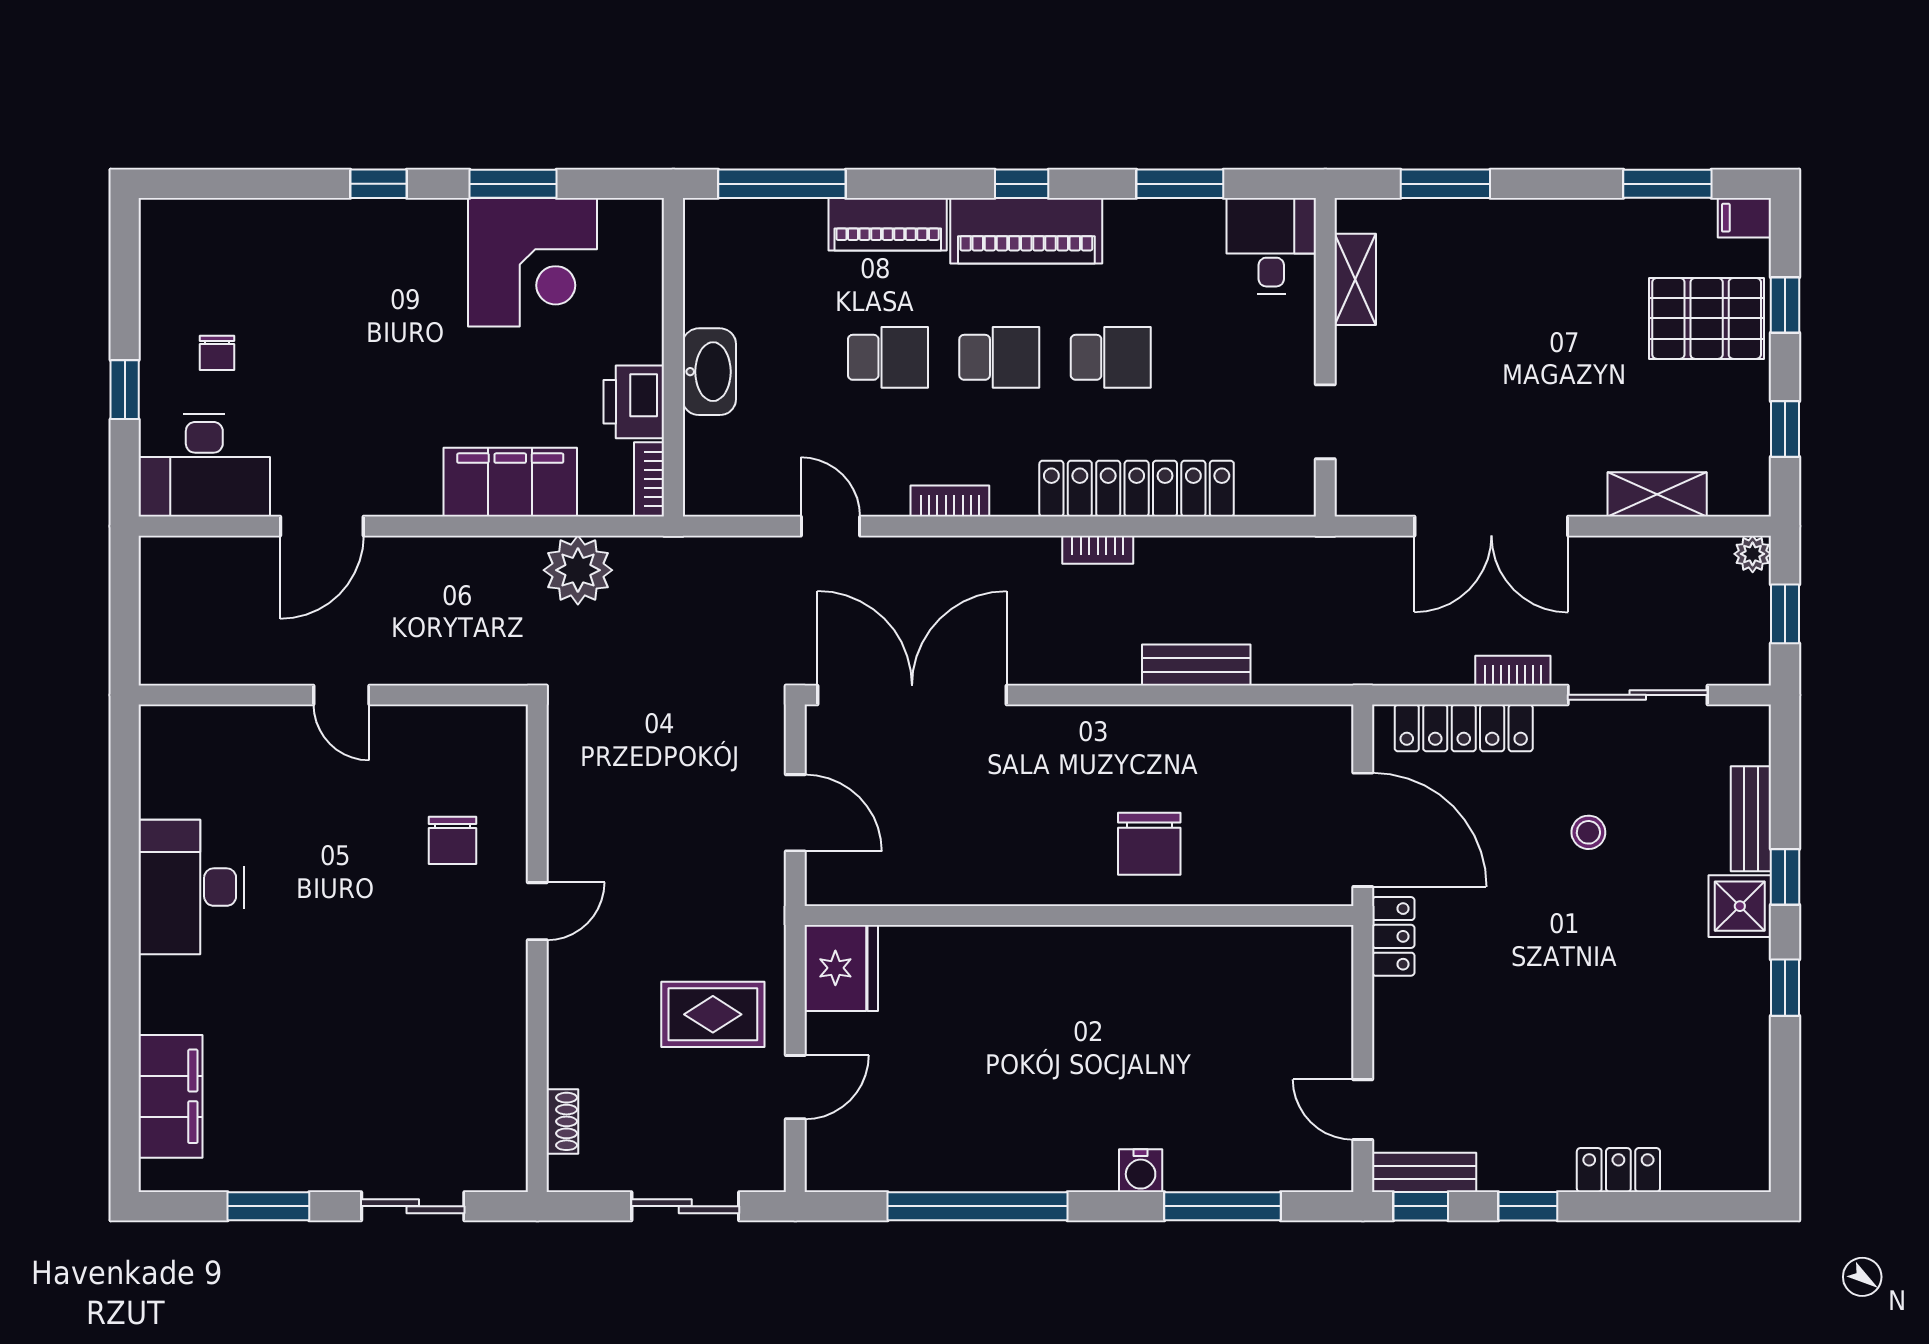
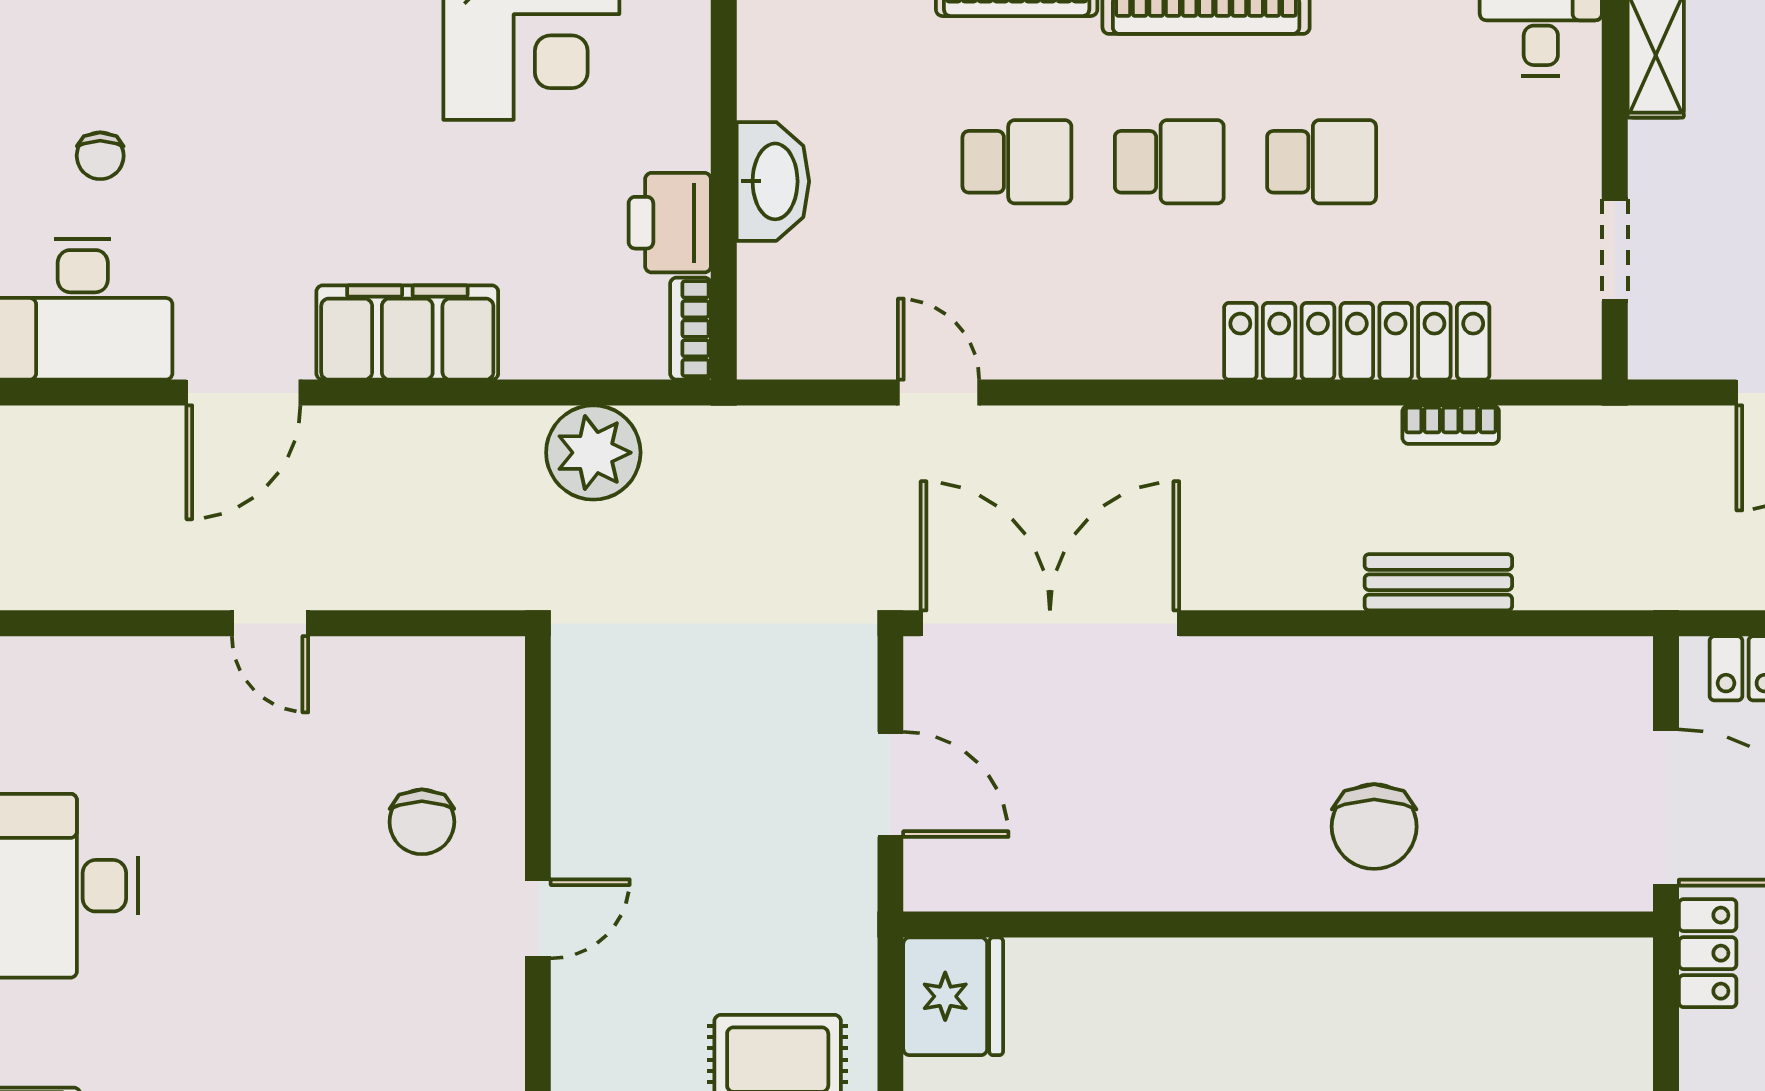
filing cabinet: (510, 482) -> (407, 333), moved
bookcase: (950, 501) -> (1102, 358), removed
bookcase: (1098, 550) -> (1451, 425), moved

